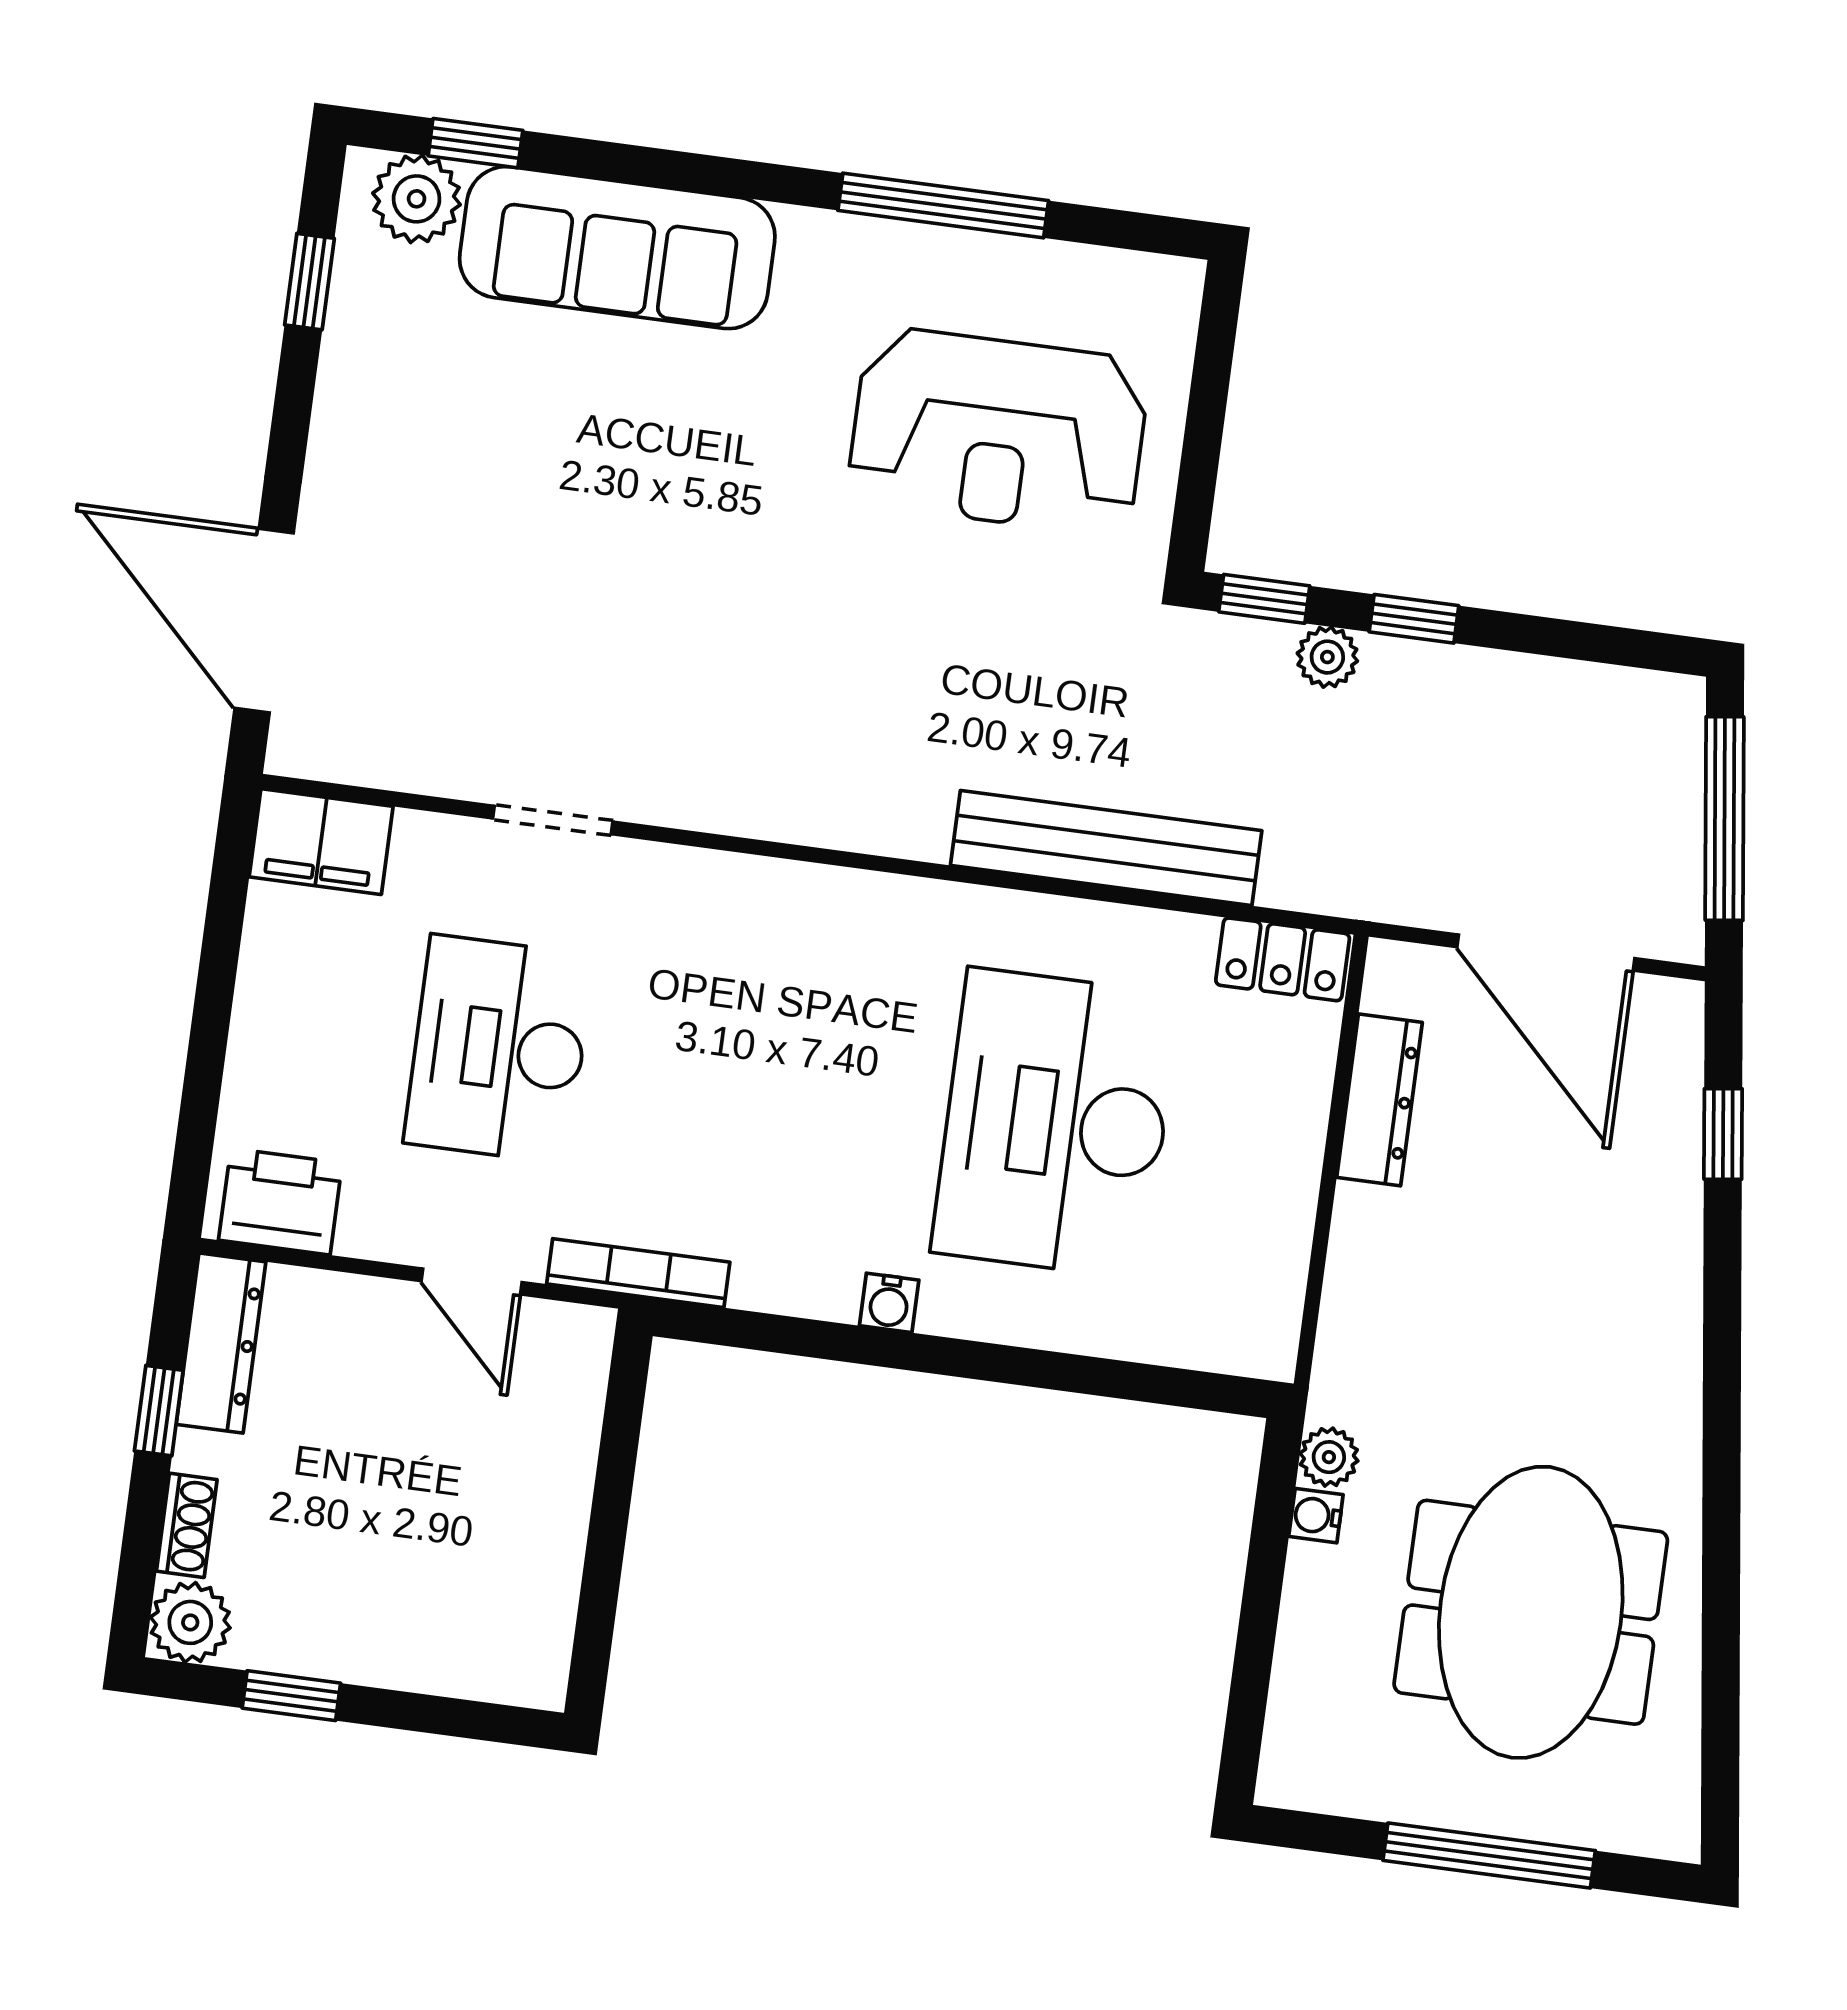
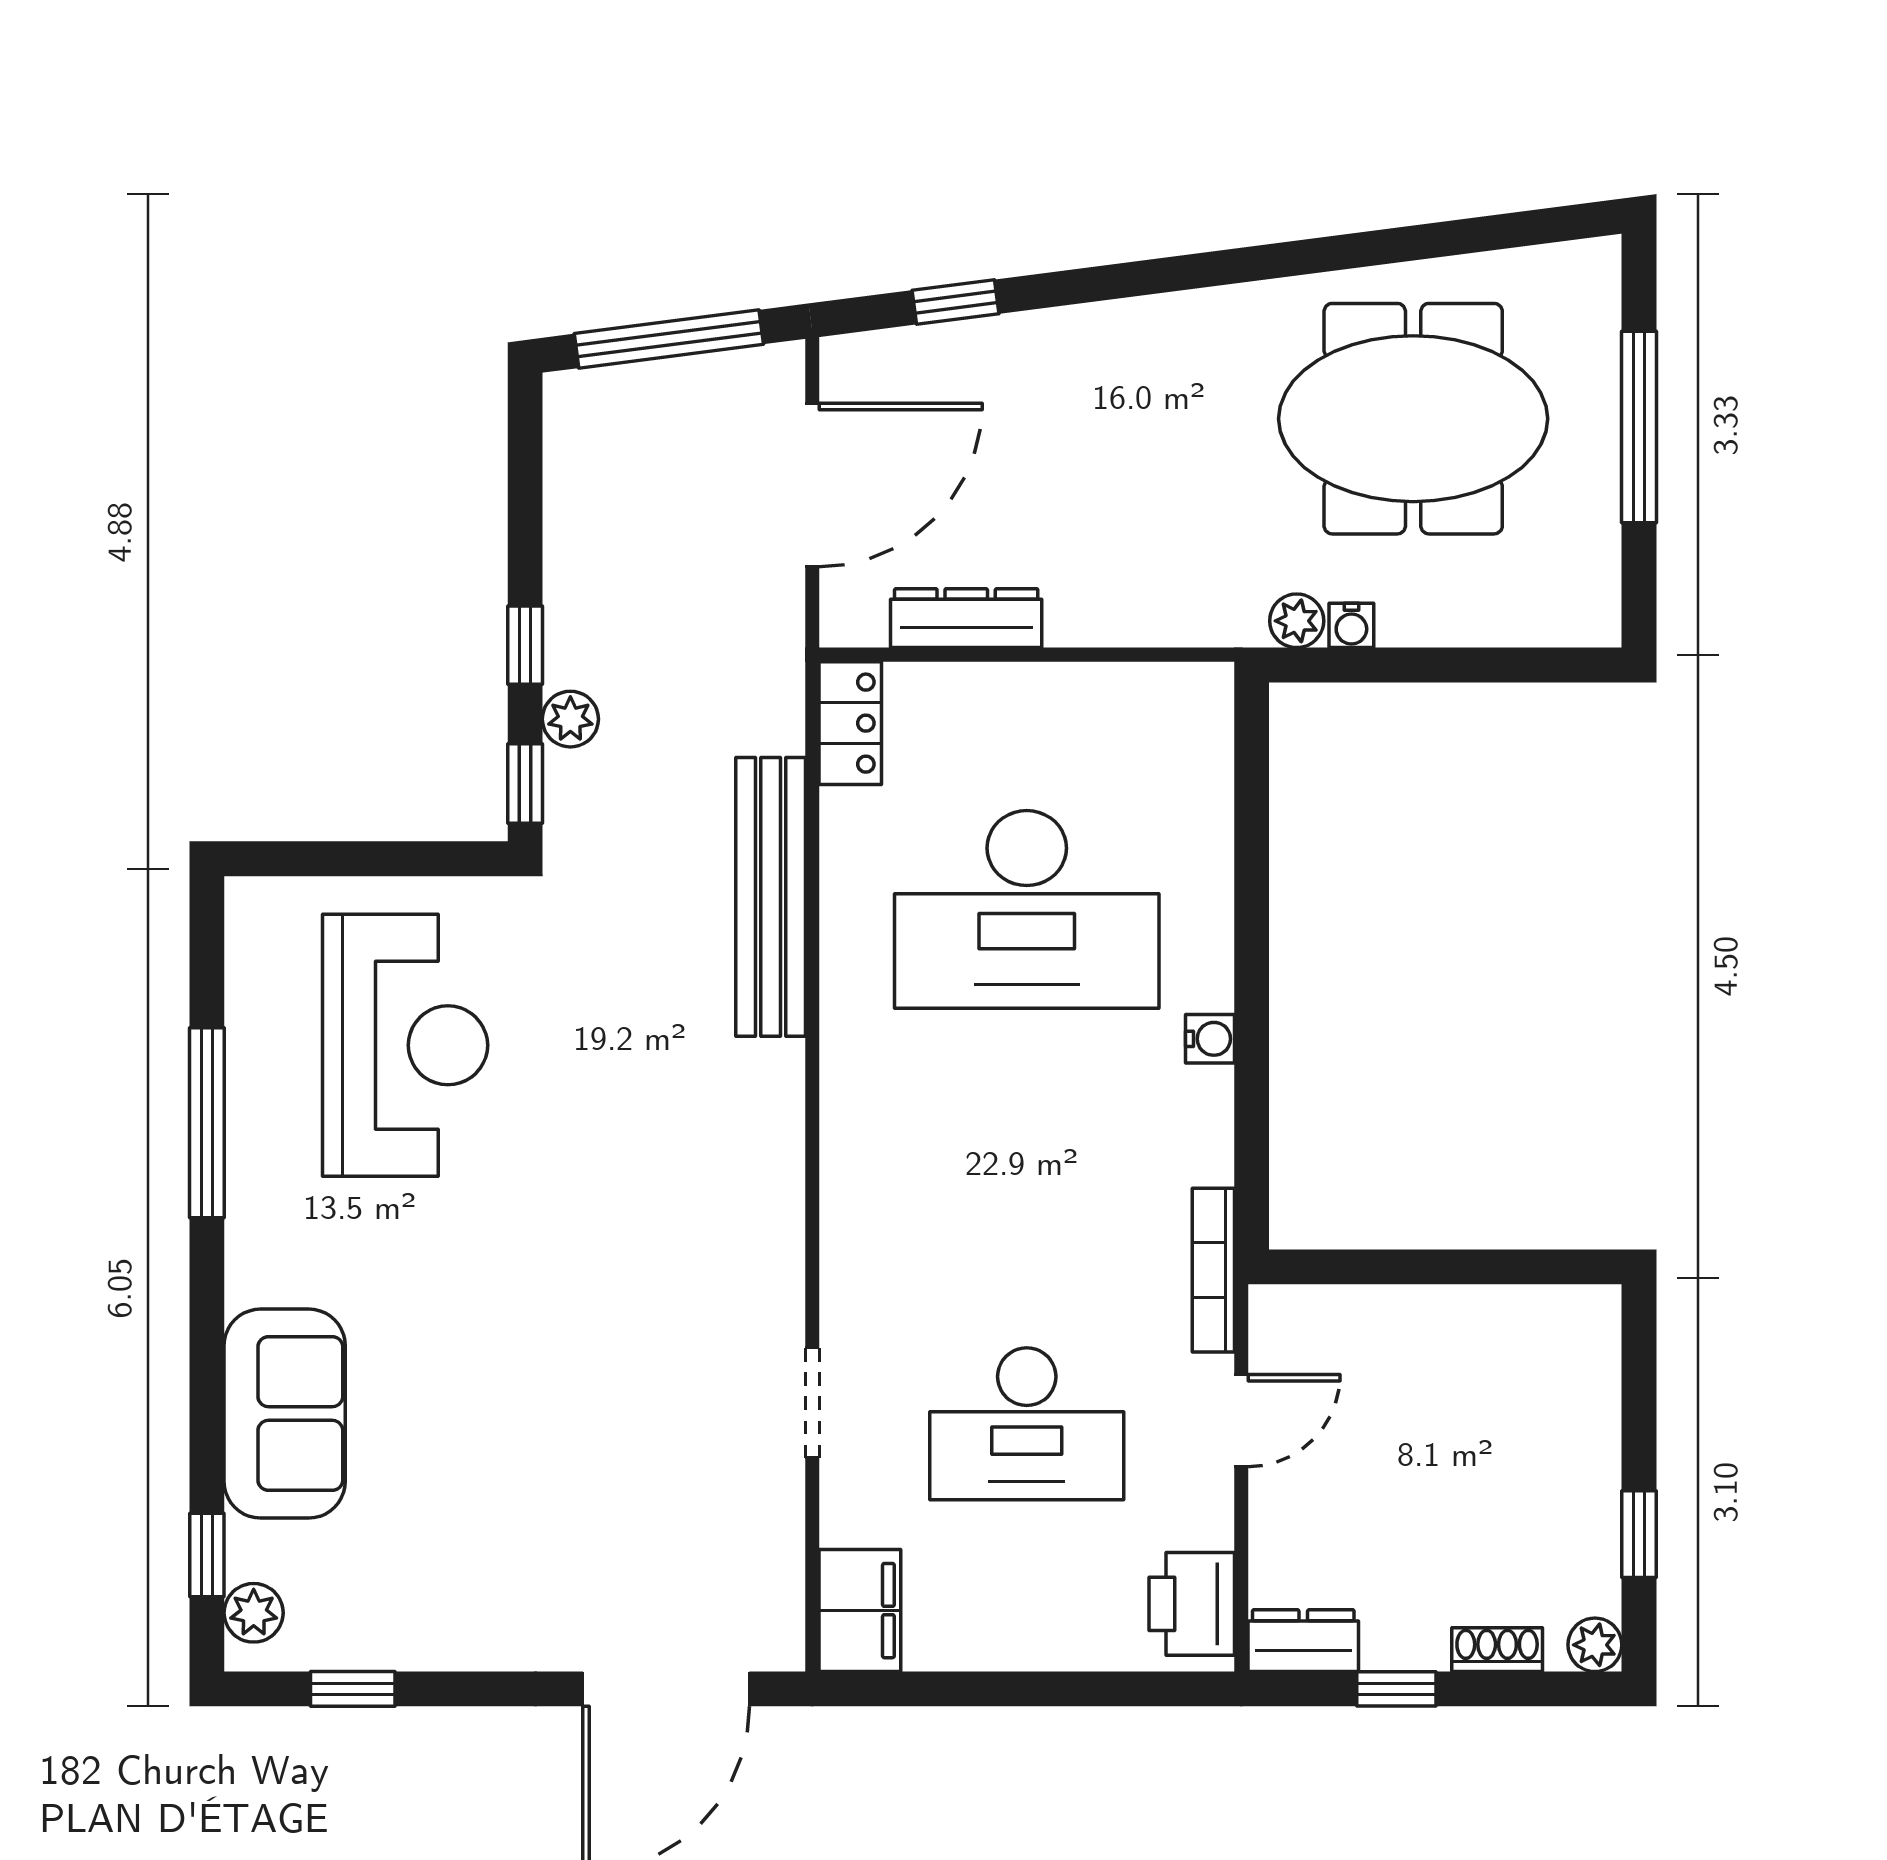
plant: (417, 199) -> (254, 1613), width x0.73, depth x0.73
sofa: (617, 248) -> (285, 1414), width x0.73
dresser: (221, 1343) -> (1303, 1641), width x0.70
plant: (190, 1622) -> (1595, 1645), width x0.73, depth x0.73

